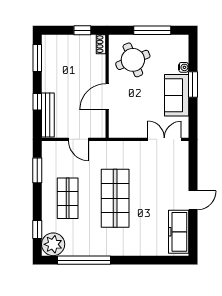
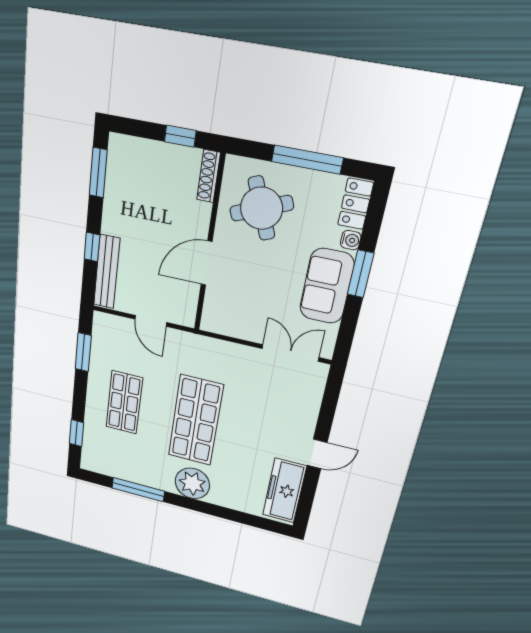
shoe rack: (101, 44) -> (209, 176), width x1.43
locker: (182, 48) -> (356, 204), added
plant: (53, 244) -> (192, 483), moved
window: (84, 260) -> (138, 490), width x0.68

